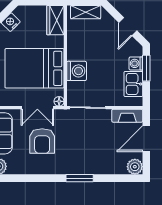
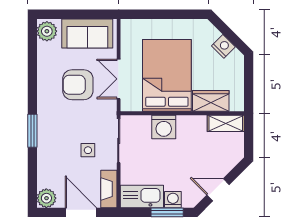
shelving: (86, 12) -> (226, 123), moved, turned 90
wardrobe: (55, 20) -> (211, 101), moved
kitchen sink: (133, 84) -> (142, 197), width x1.38
floor lamp: (59, 101) -> (126, 105), removed
side table: (96, 133) -> (88, 150), added

